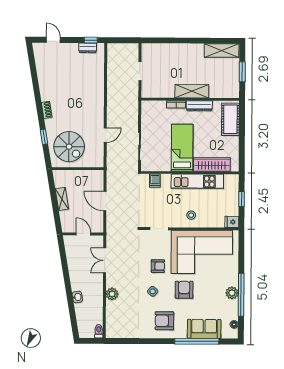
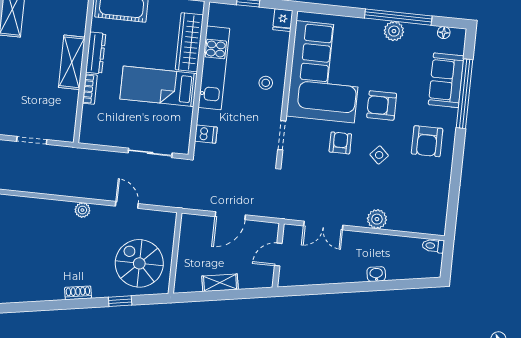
plant: (99, 107) -> (82, 210), added
spiral stairs: (69, 147) -> (139, 263), turned -90

